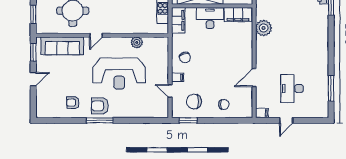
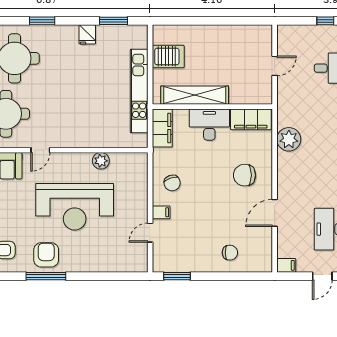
door: (170, 91) -> (150, 233), hinge flipped
chair: (194, 102) -> (245, 175), moved
armchair: (100, 106) -> (46, 255), turned 90

